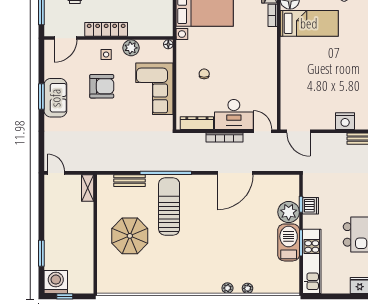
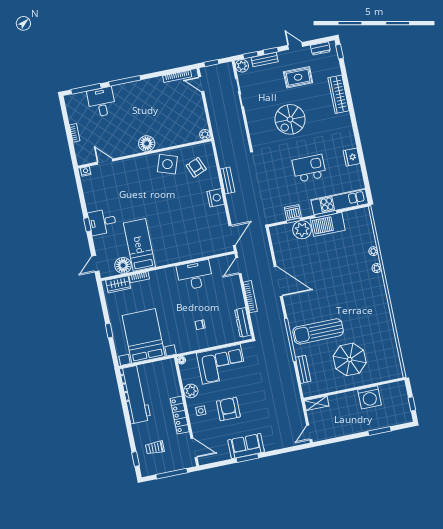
desk: (234, 114) -> (195, 275), moved, turned -90
washing machine: (56, 282) -> (369, 397), moved, turned -90

